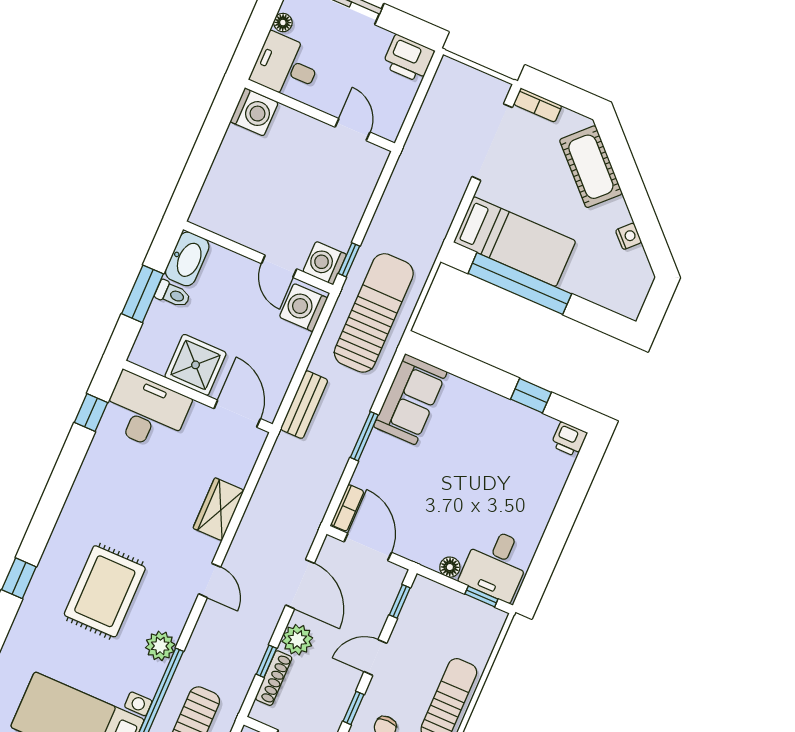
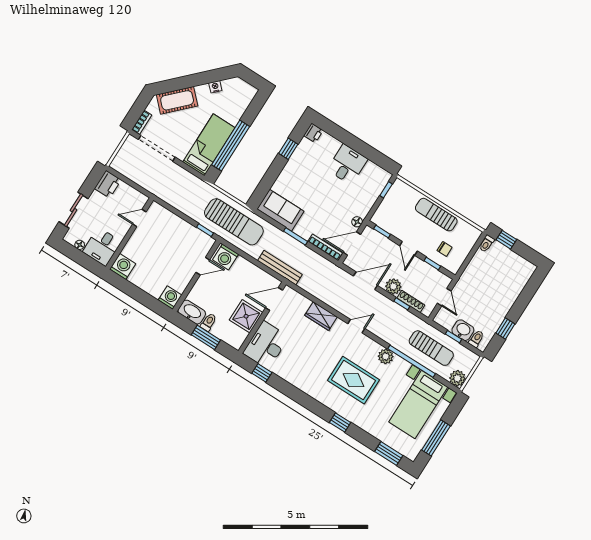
washing machine: (325, 263) -> (170, 298), moved, turned 180
sun lounger: (374, 313) -> (234, 222), turned 180
bench: (304, 405) -> (280, 268), width x1.36
bookcase: (347, 508) -> (325, 247), width x1.56
desk: (496, 564) -> (347, 164), moved, turned -90
floor lamp: (450, 567) -> (357, 222), moved

